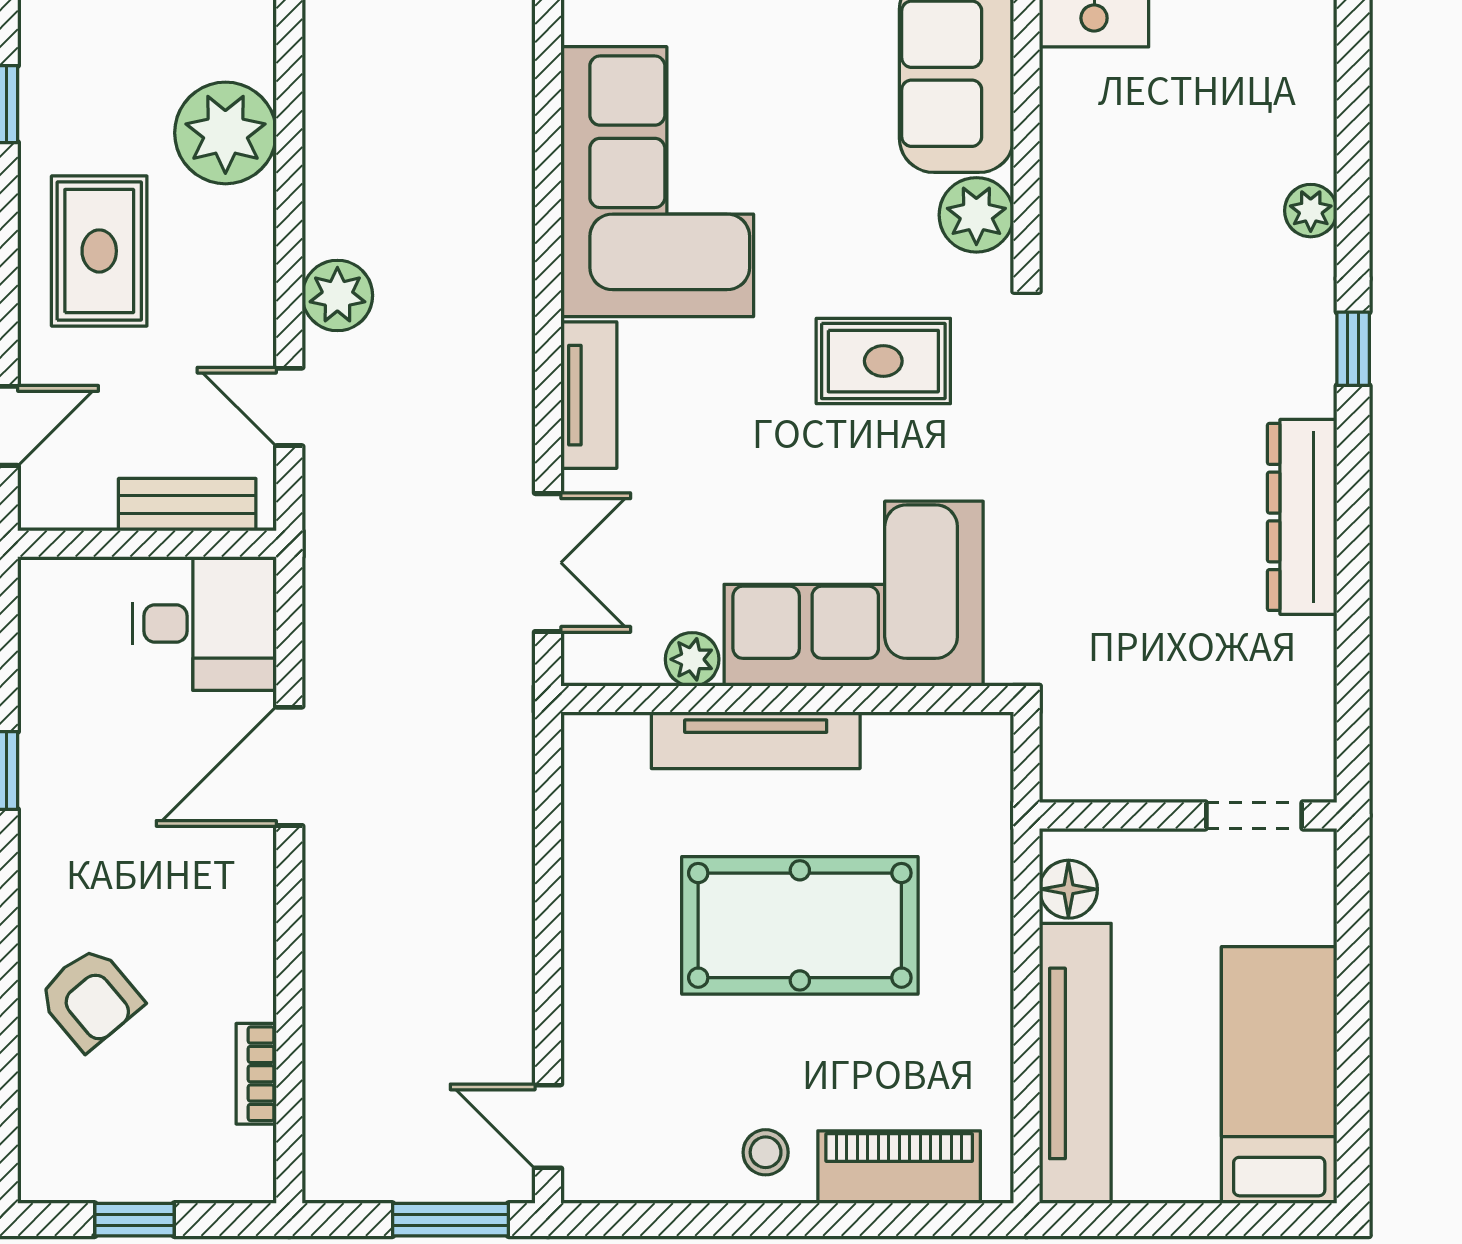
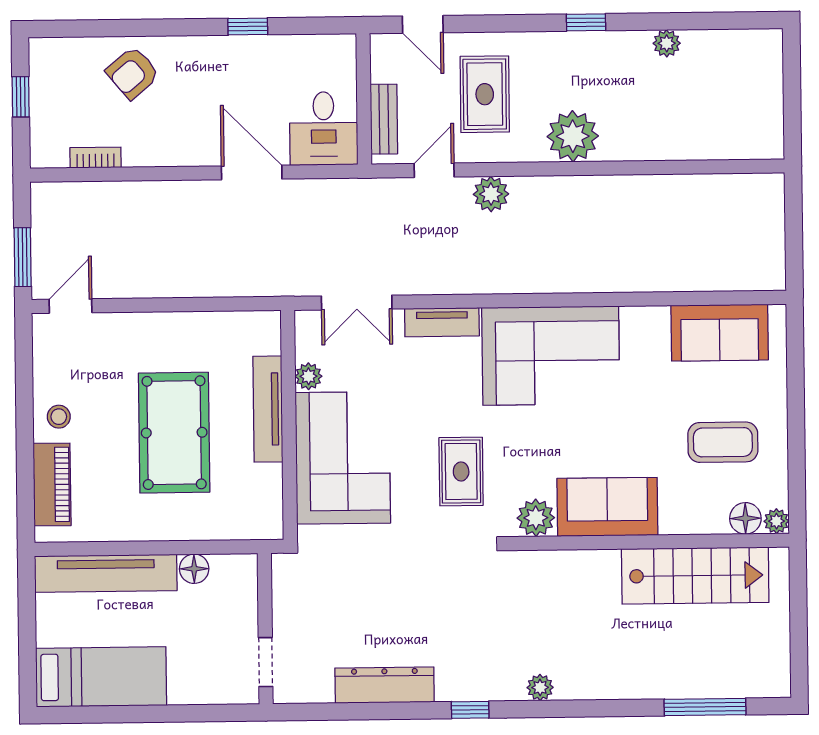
rug: (99, 251) -> (485, 94), moved, turned 90
wall: (1188, 815) -> (265, 629), moved
doorway: (1254, 815) -> (266, 662), moved

